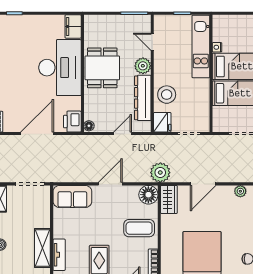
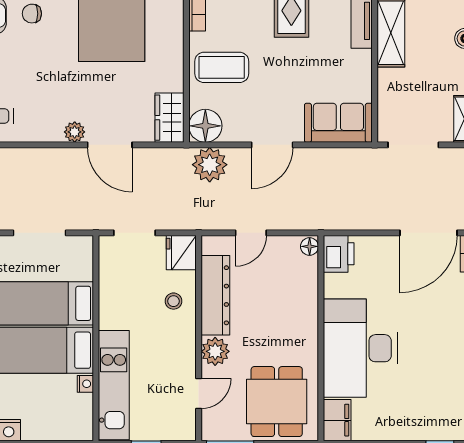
door: (152, 42) -> (199, 393), hinge flipped
dining table: (102, 68) -> (277, 402), moved
stool: (167, 95) -> (174, 301), width x0.53, depth x0.53
door: (37, 134) -> (428, 233), moved
plant: (160, 173) -> (210, 165), moved
door: (203, 184) -> (110, 145), swing flipped
plant: (240, 191) -> (75, 132), moved

